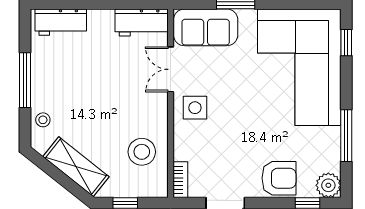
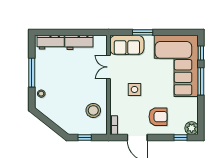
workbench: (142, 22) -> (79, 42), moved
side table: (195, 108) -> (134, 89), moved
window: (346, 136) -> (201, 81), moved
shelving: (76, 167) -> (59, 118), removed
armchair: (279, 178) -> (158, 117), moved

